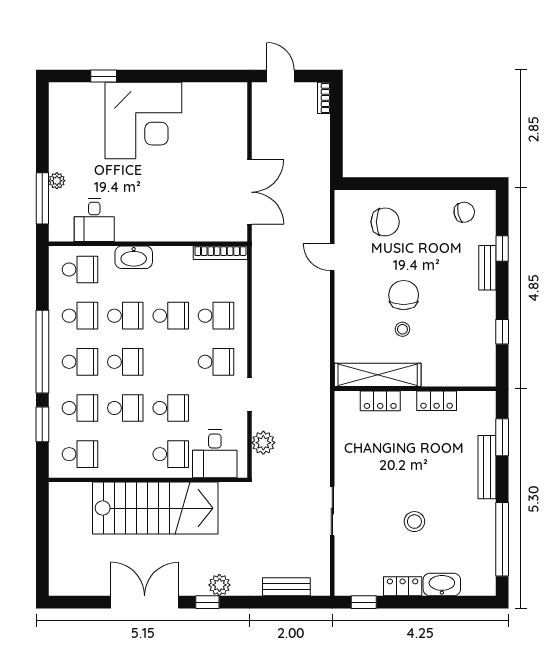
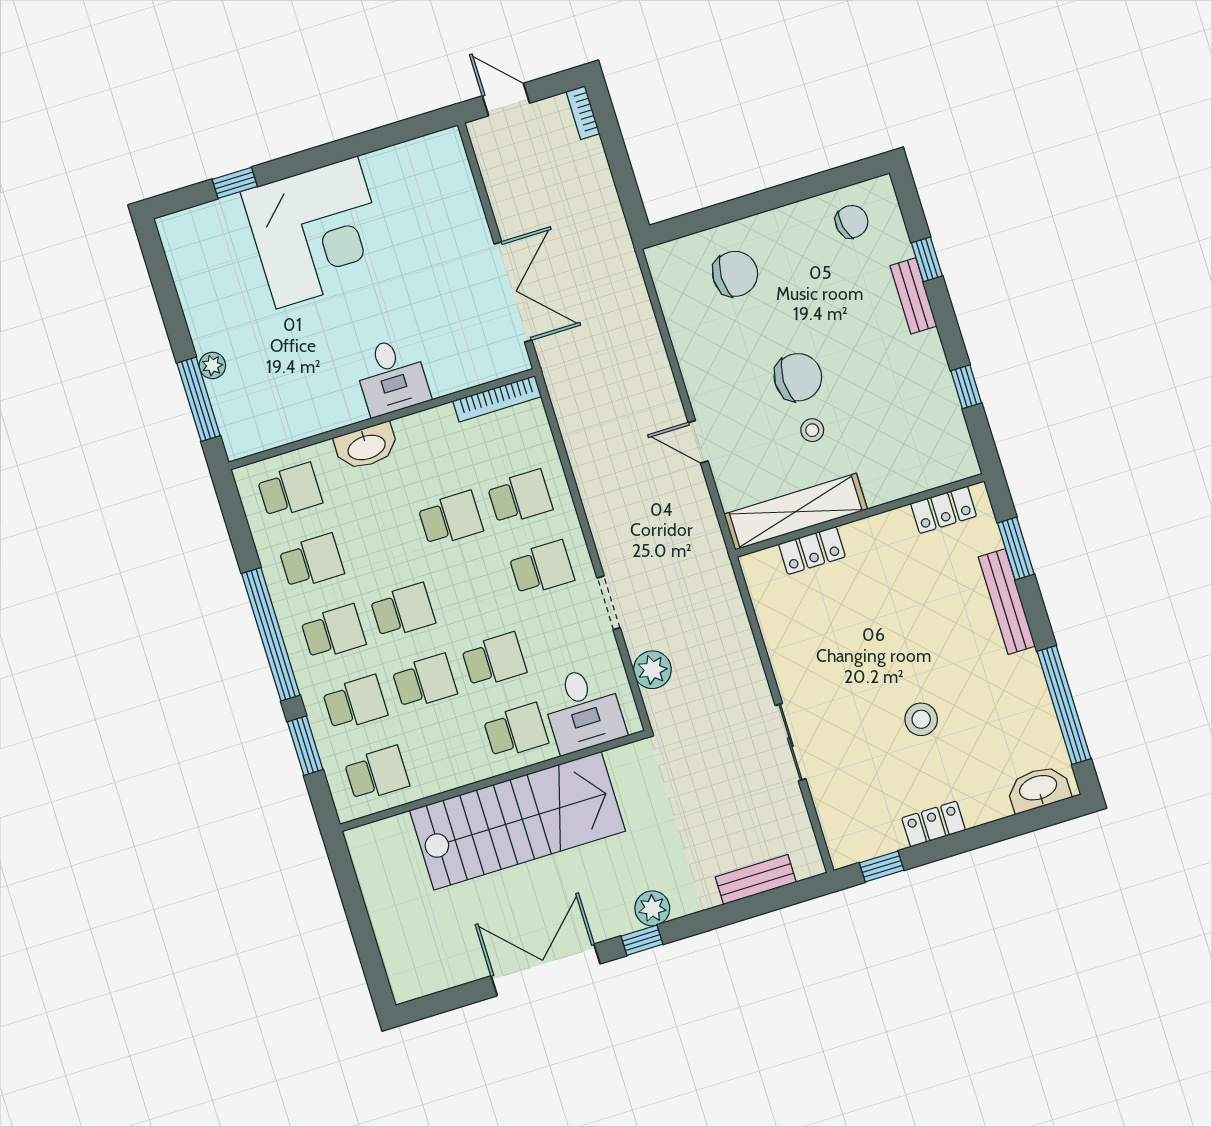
desk: (94, 220) -> (392, 376), moved
door: (332, 257) -> (698, 442), moved
chair: (404, 295) -> (798, 377), turned 90
school desk: (125, 316) -> (381, 540), removed
locker: (437, 401) -> (944, 510), moved
washbasin: (442, 584) -> (1038, 789), moved

